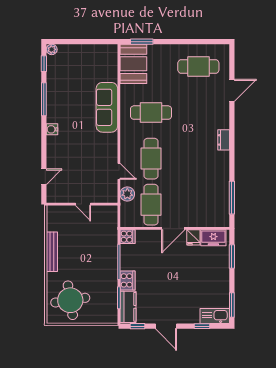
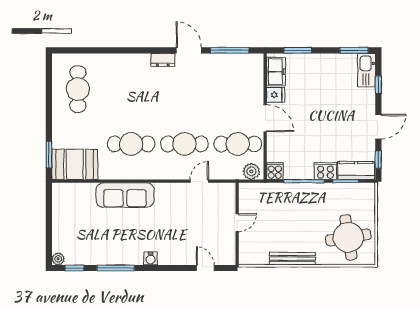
door: (232, 90) -> (189, 50), moved
cafe table: (151, 113) -> (131, 144), turned 90
plant: (127, 194) -> (251, 171), moved

